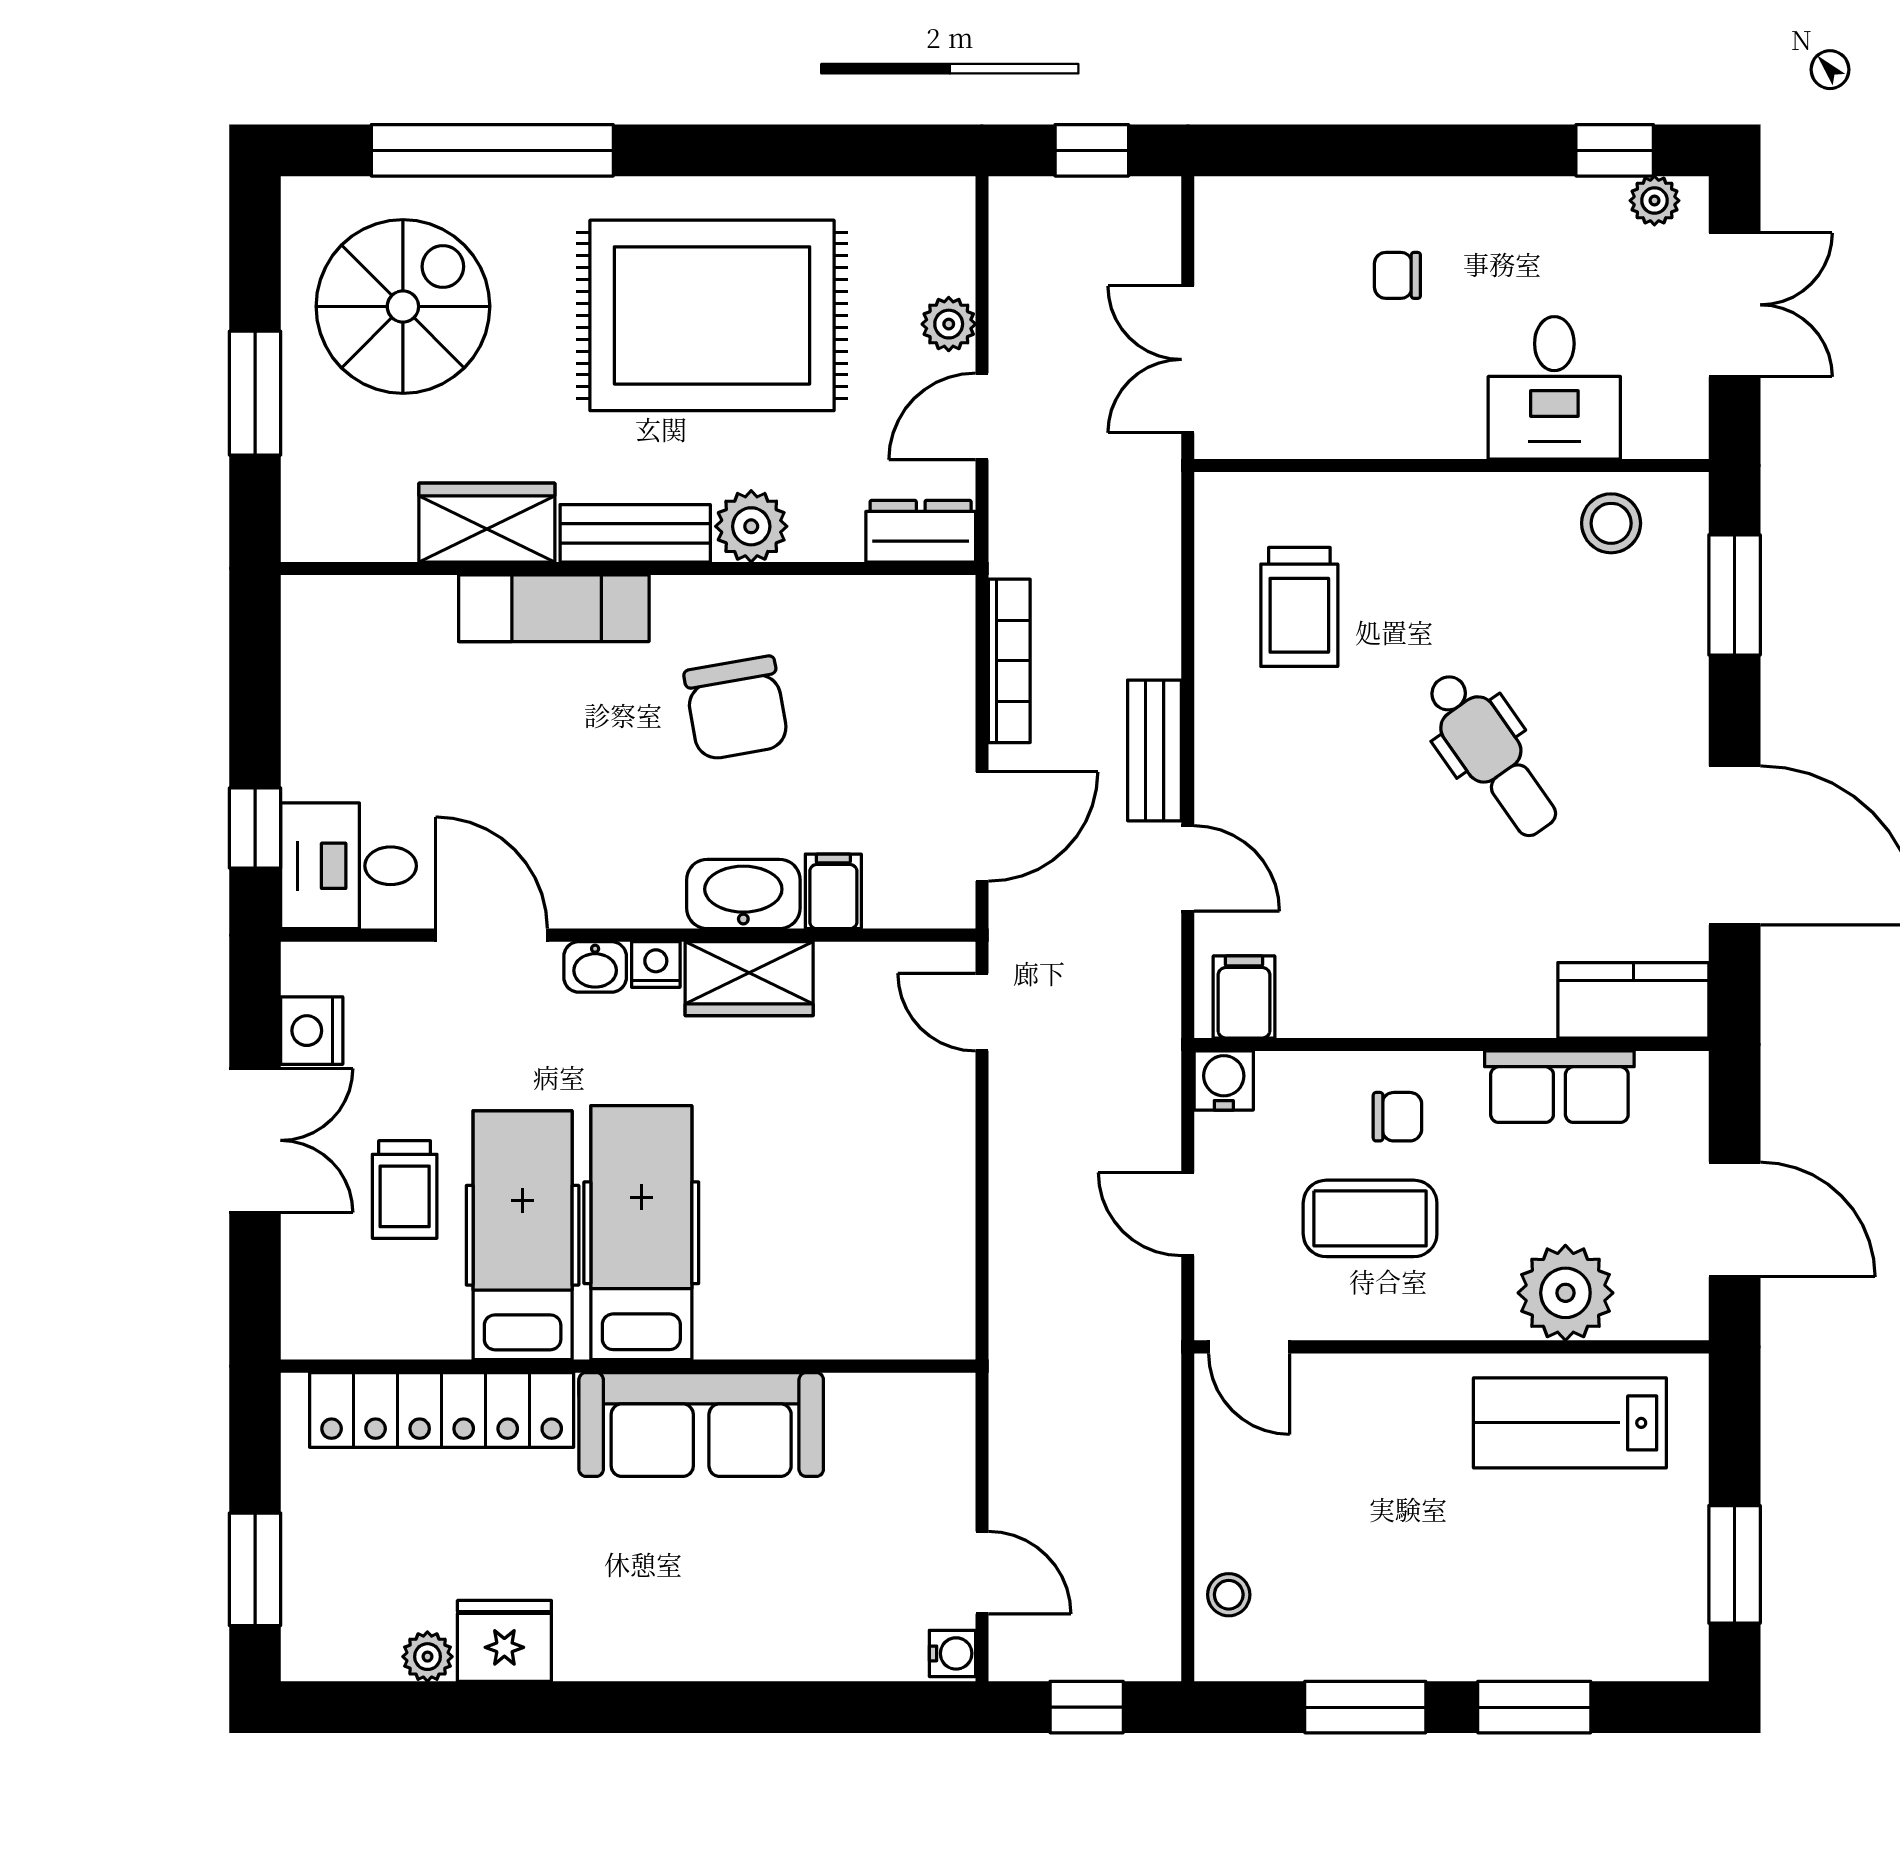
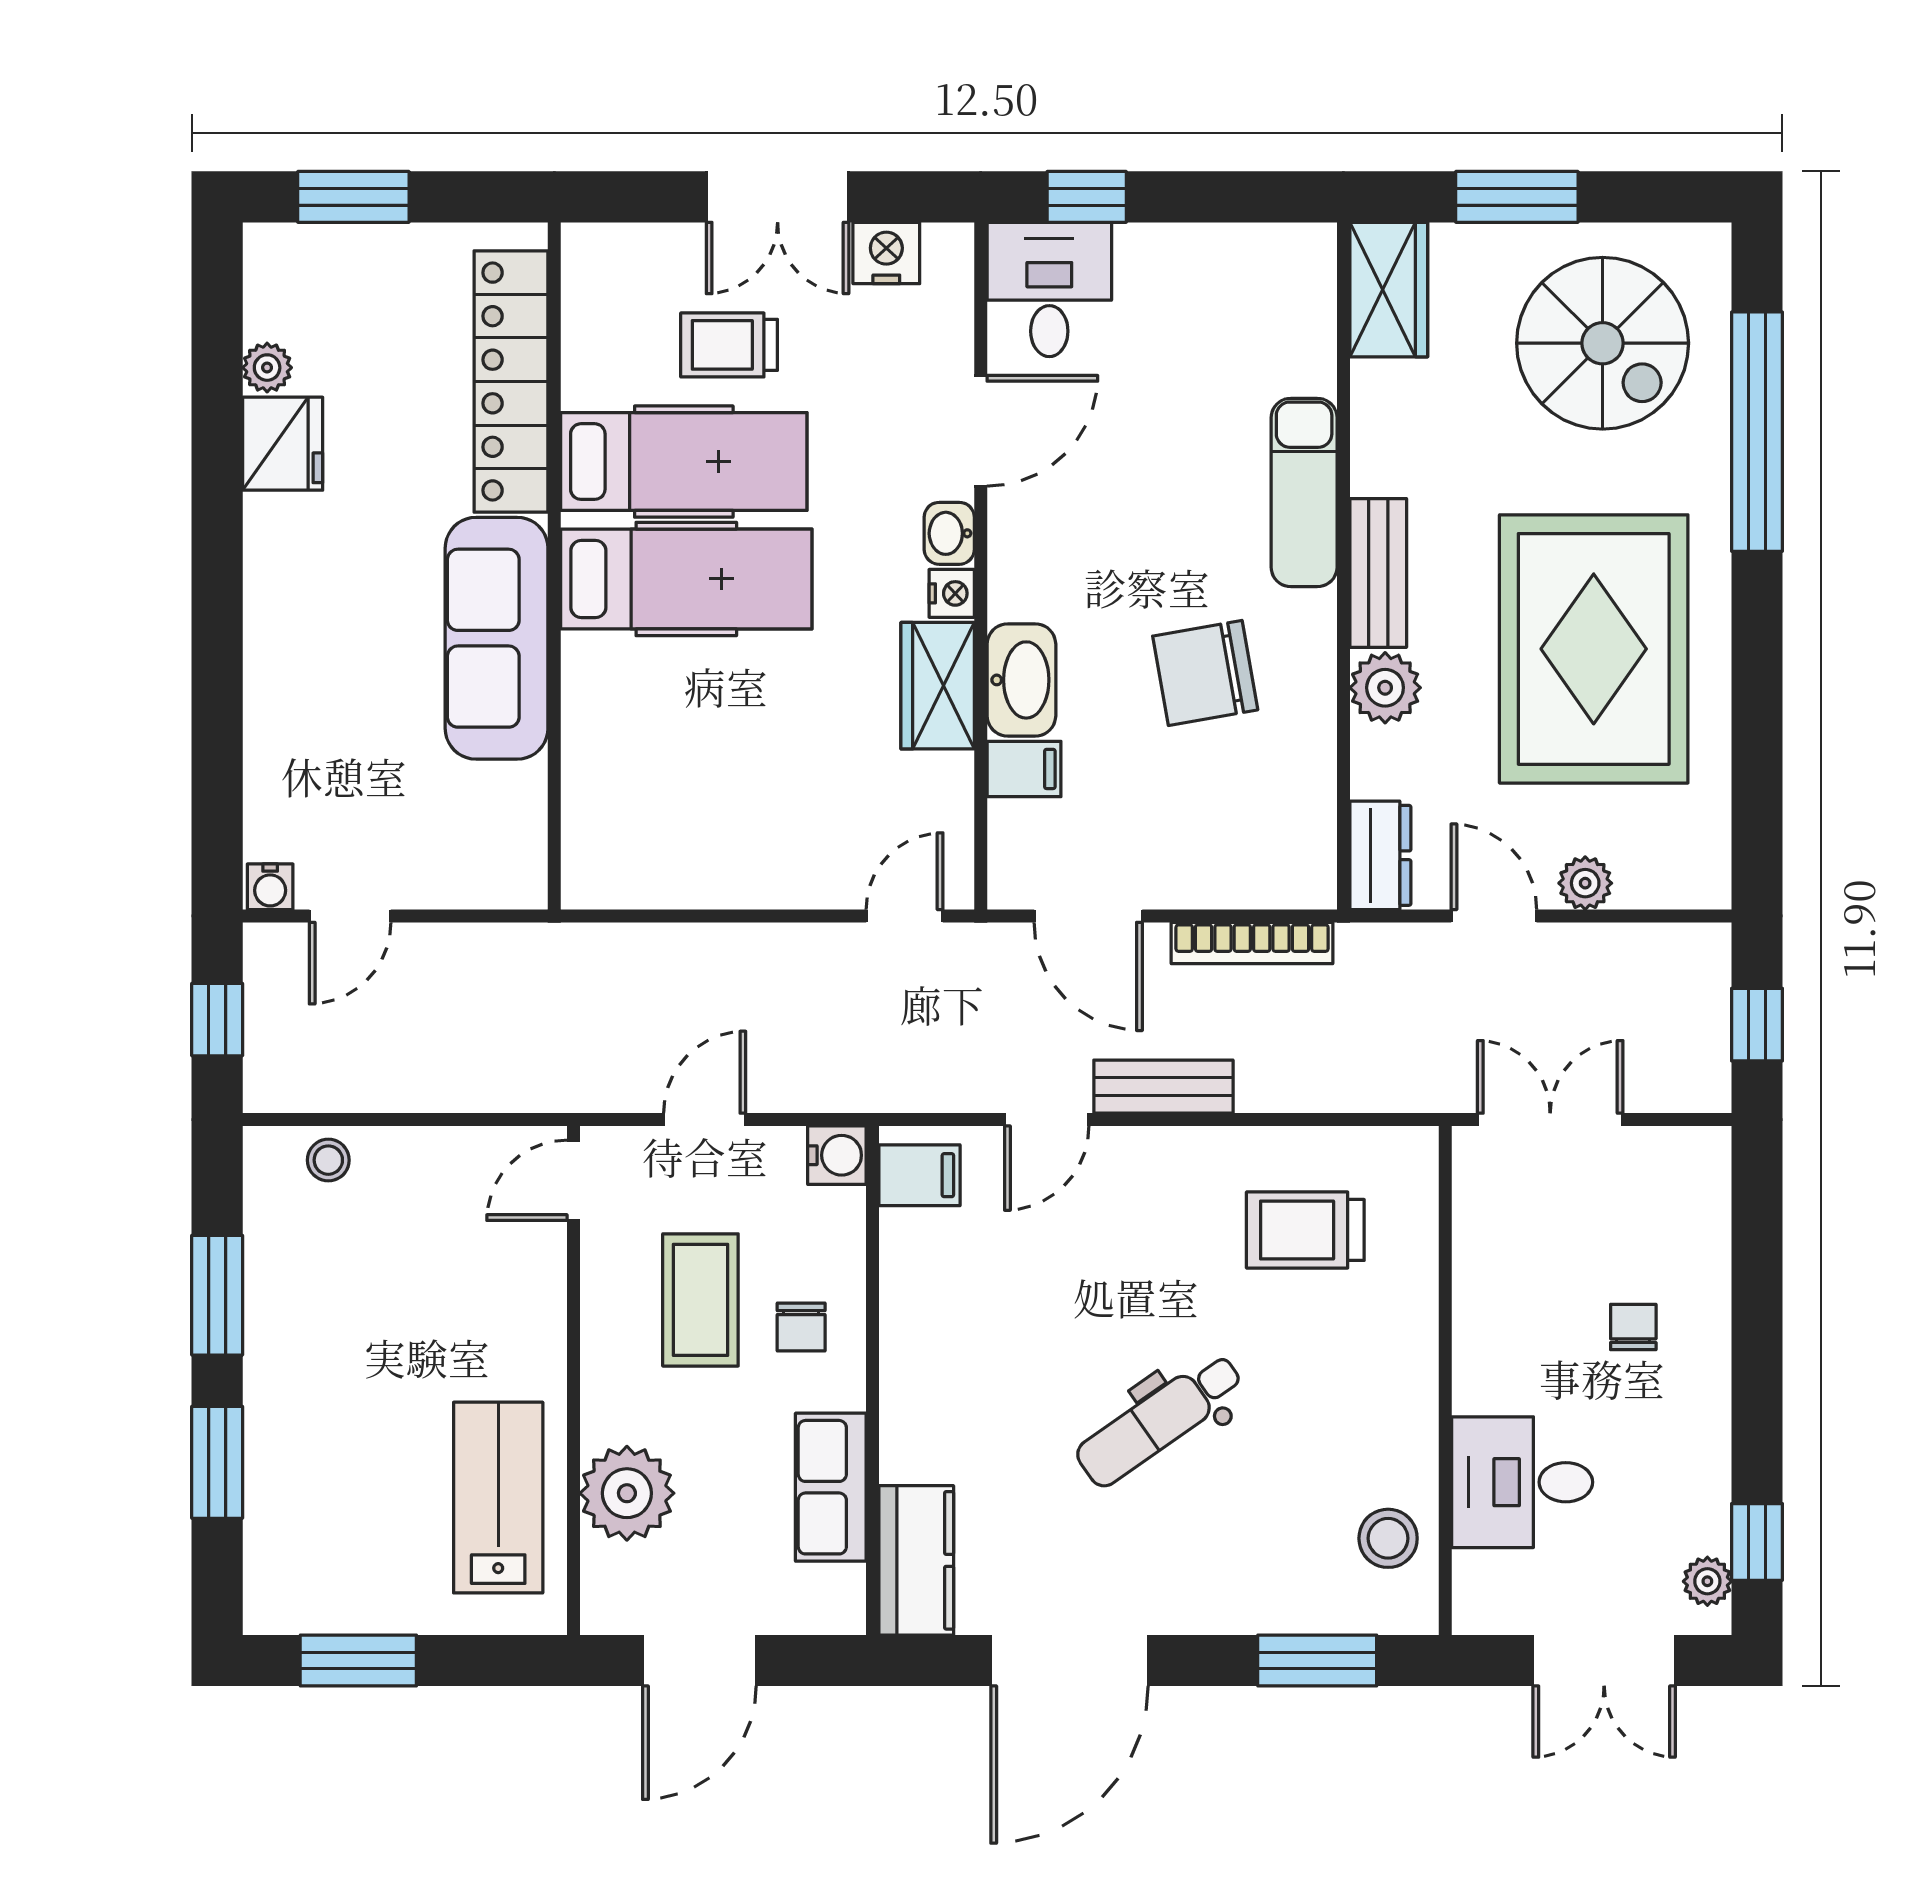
wardrobe: (487, 523) -> (1389, 290), moved

